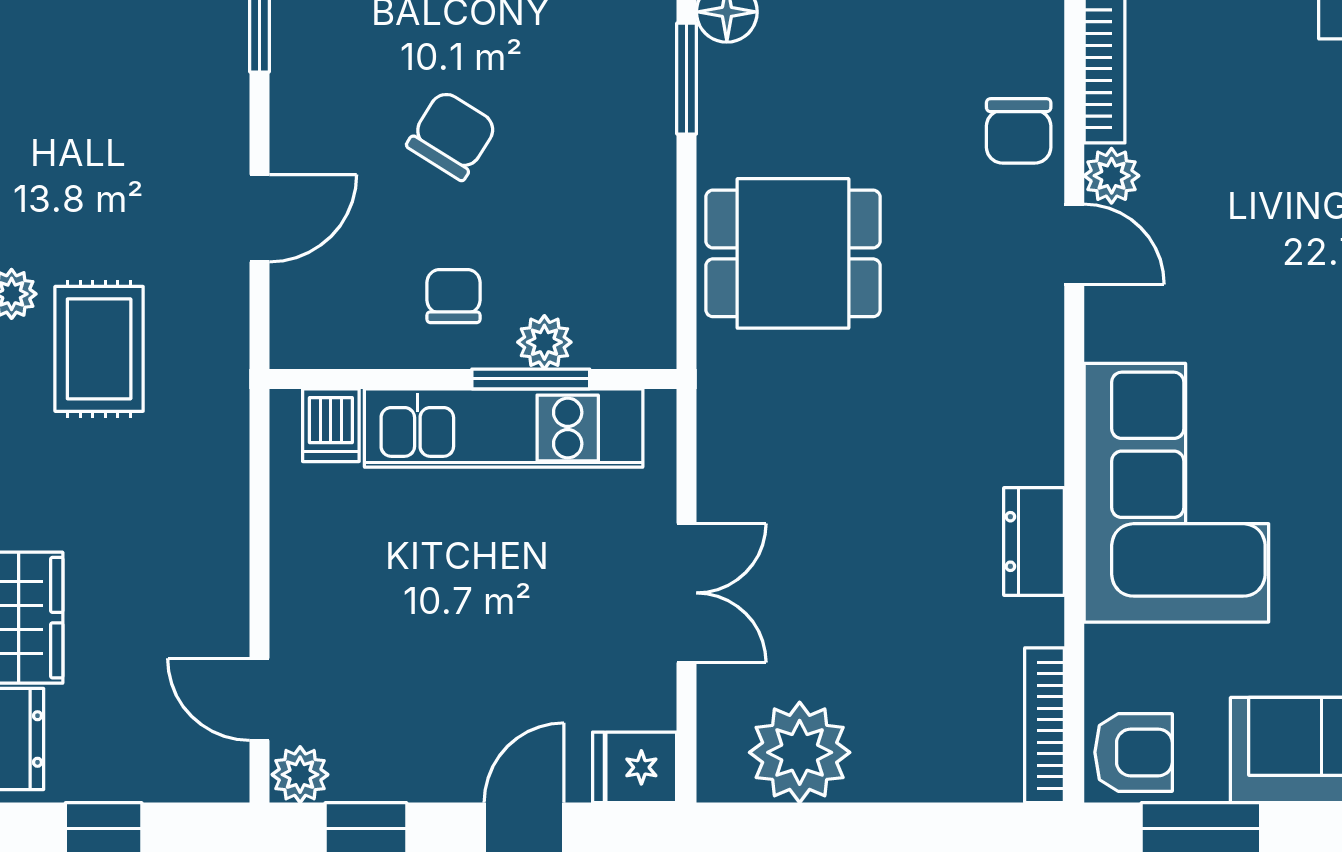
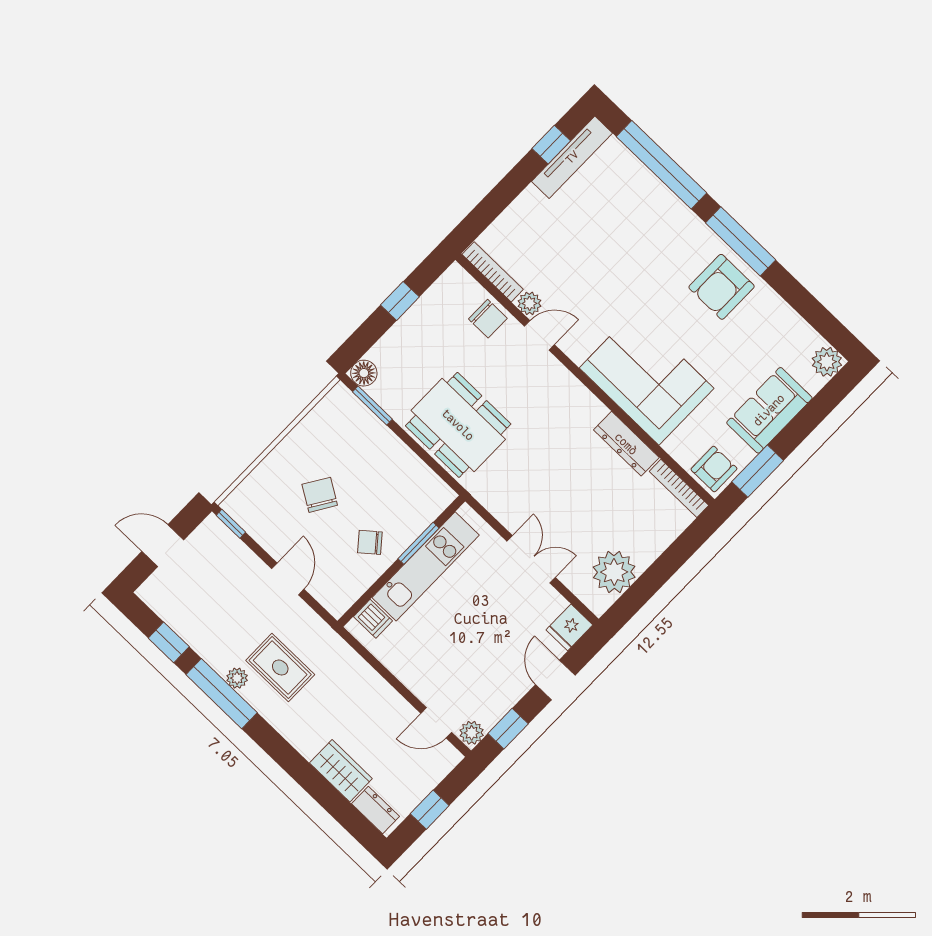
dining table: (793, 253) -> (458, 425), width x1.38
chair: (453, 296) -> (370, 542), turned -40
plant: (544, 342) -> (411, 528), removed
dresser: (1034, 541) -> (626, 444), width x1.44

